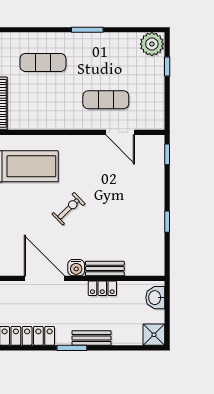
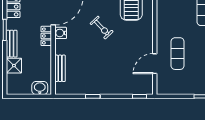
bench: (105, 268) -> (60, 68), moved
locker: (102, 288) -> (46, 36), moved
shower: (154, 335) -> (14, 66), moved

